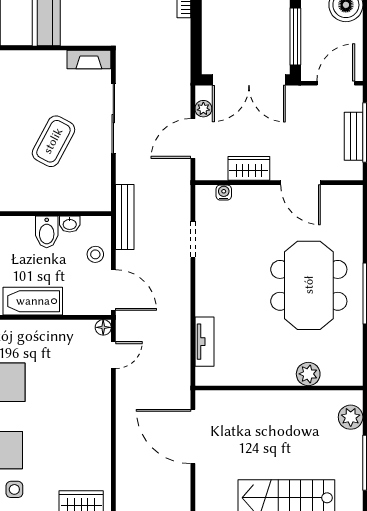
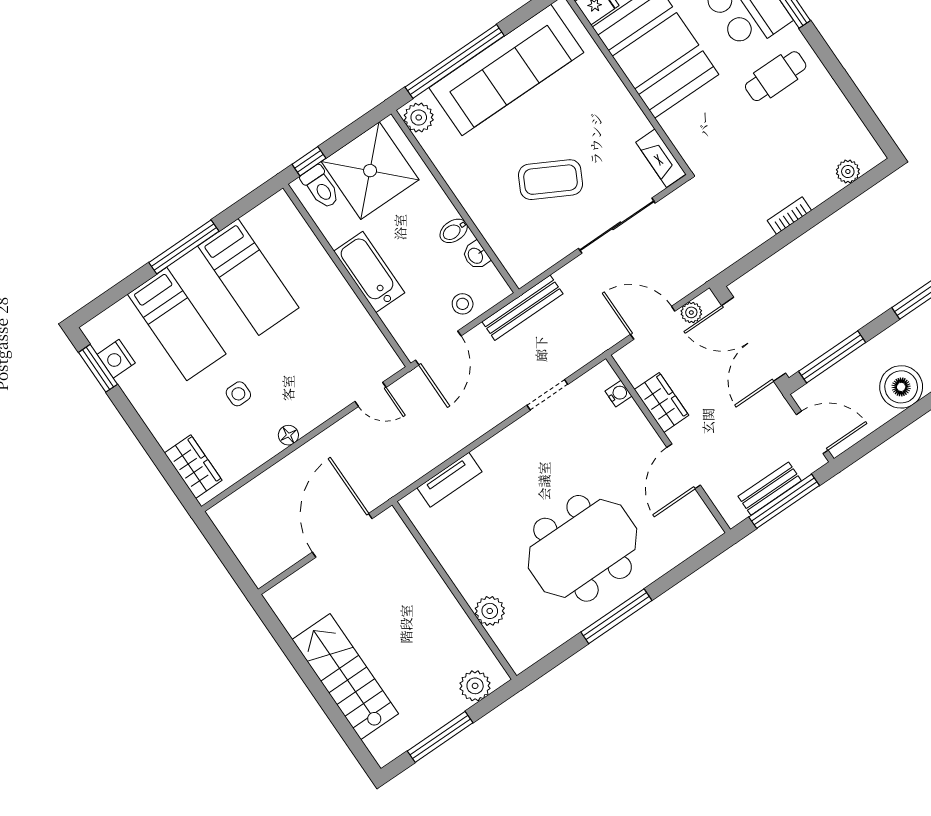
bidet: (47, 232) -> (454, 231), width x0.72, depth x0.74
floor lamp: (103, 327) -> (288, 435), moved
side table: (14, 489) -> (238, 394), moved

